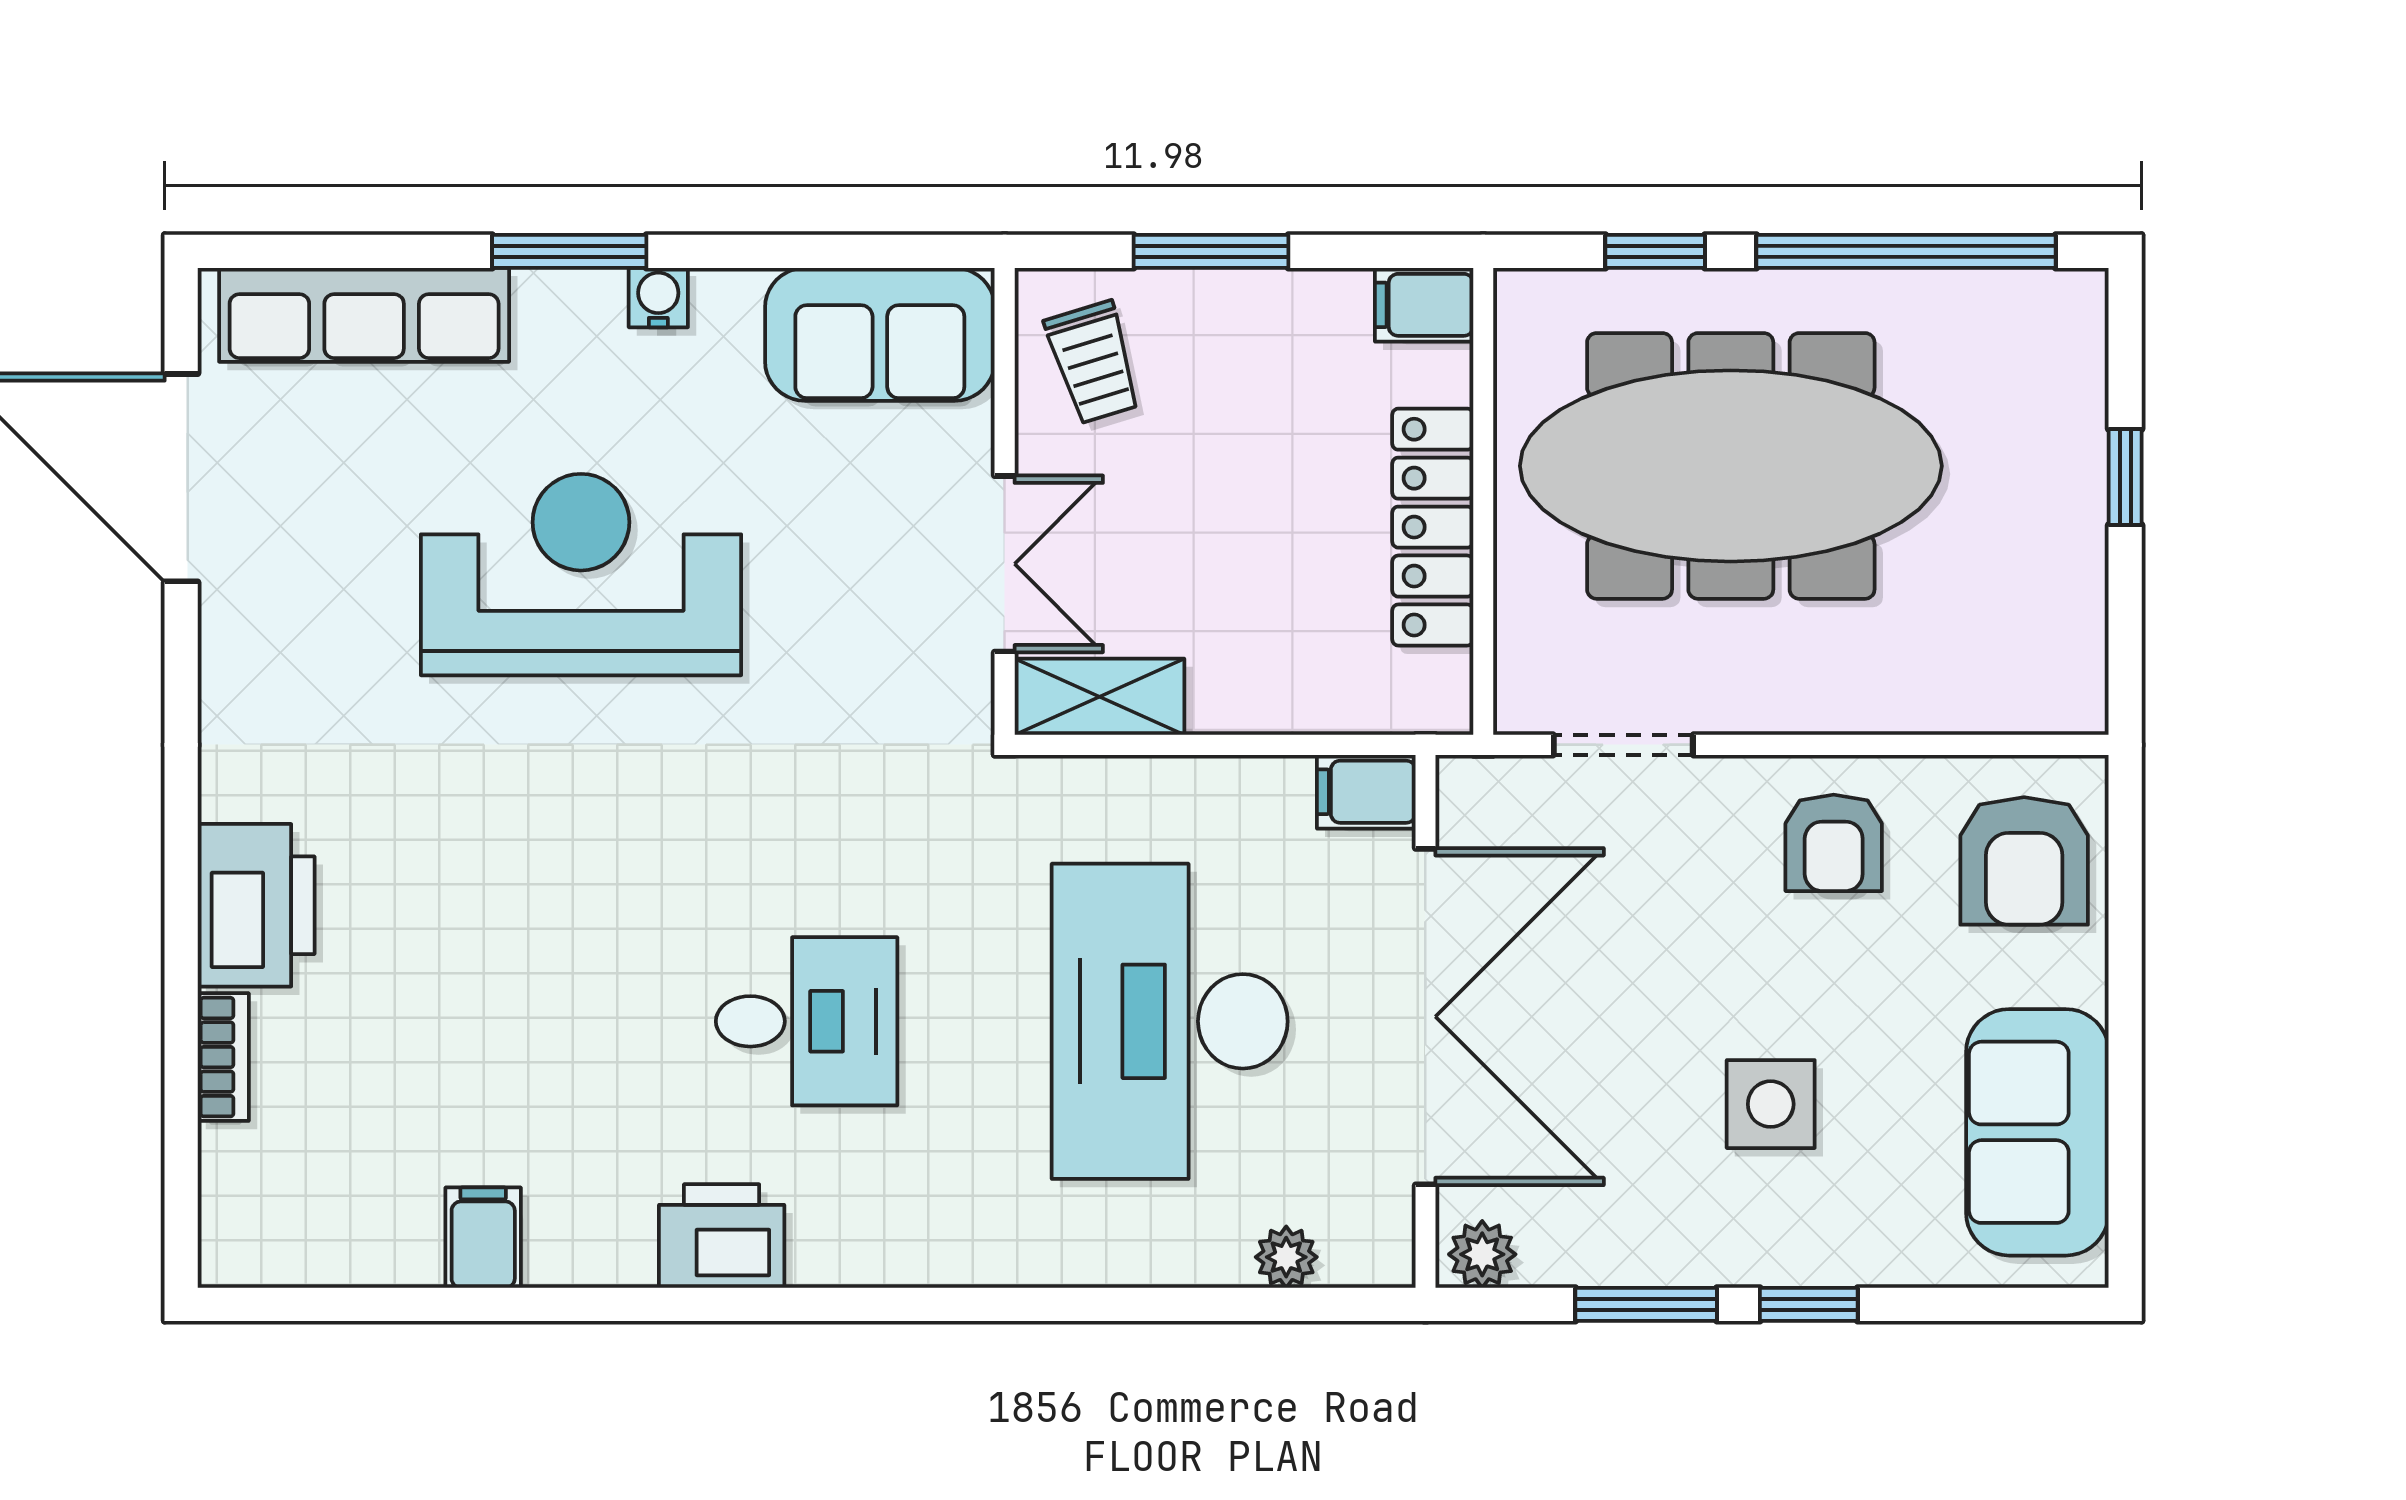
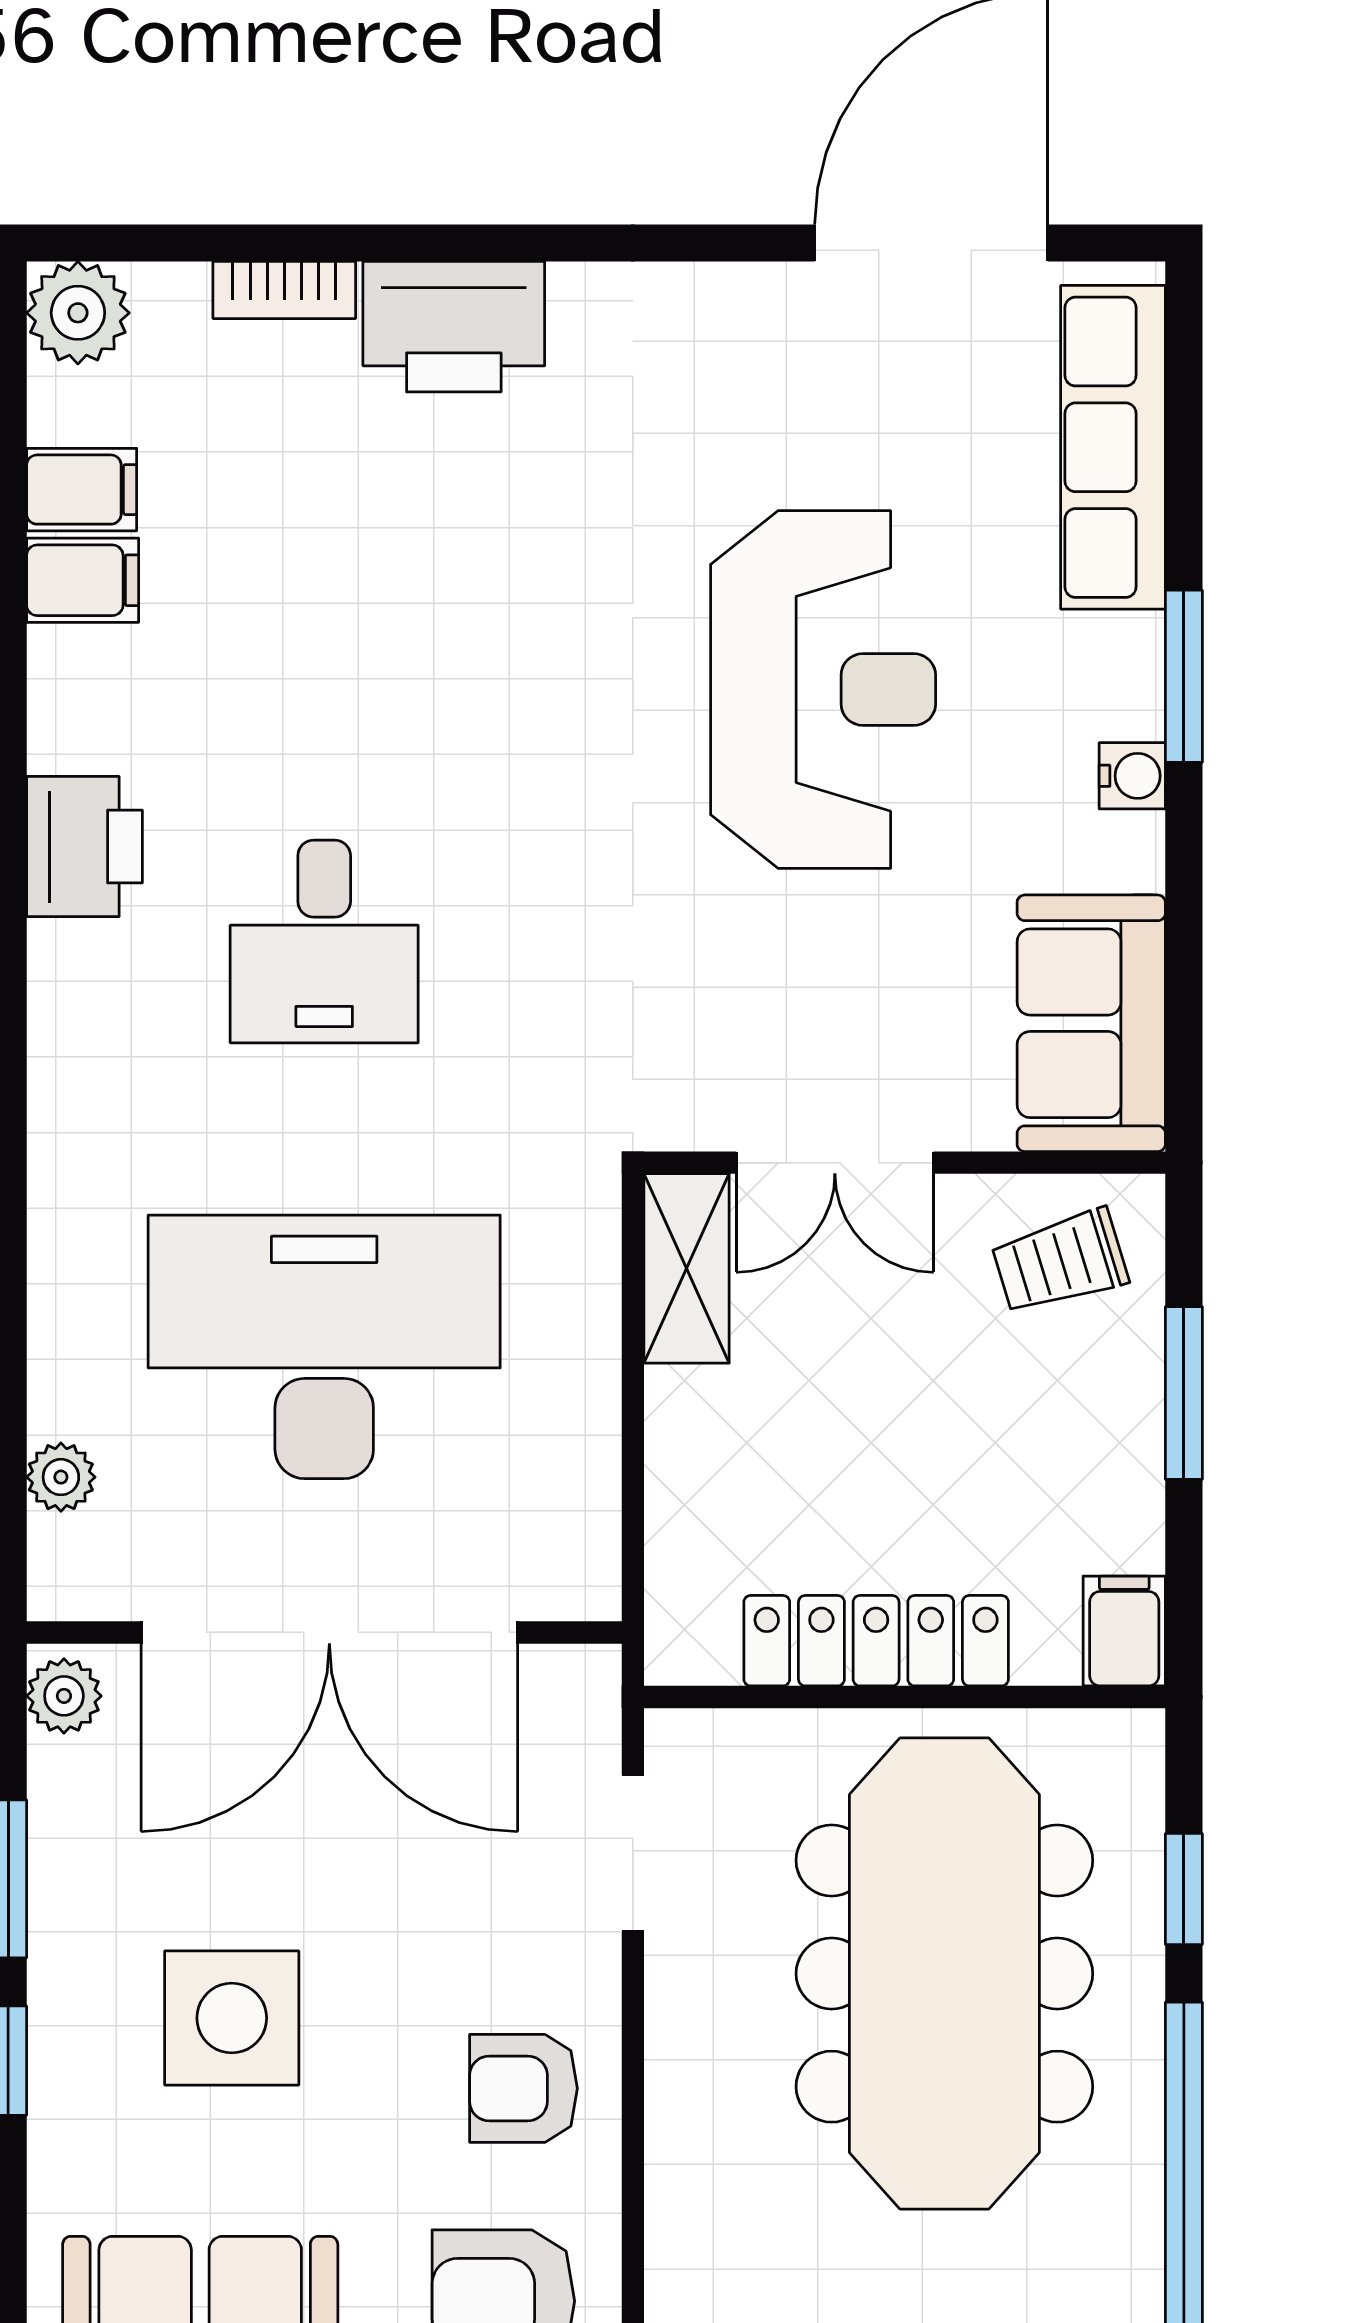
filing cabinet: (1366, 792) -> (82, 490), moved, turned 90
side table: (1771, 1104) -> (232, 2018), width x1.37, depth x1.37
plant: (244, 1242) -> (78, 313), added

